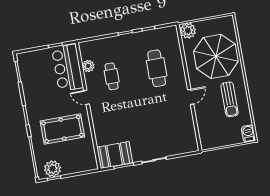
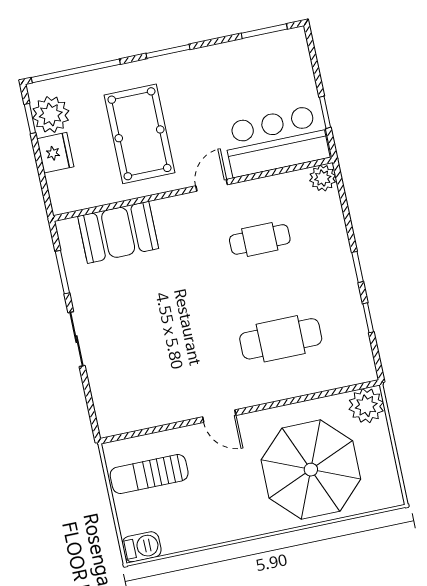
plant: (88, 66) -> (323, 178), moved
sun lounger: (230, 99) -> (149, 474), moved
booth: (115, 155) -> (118, 232), moved, turned 90
fridge: (70, 167) -> (55, 153), added

